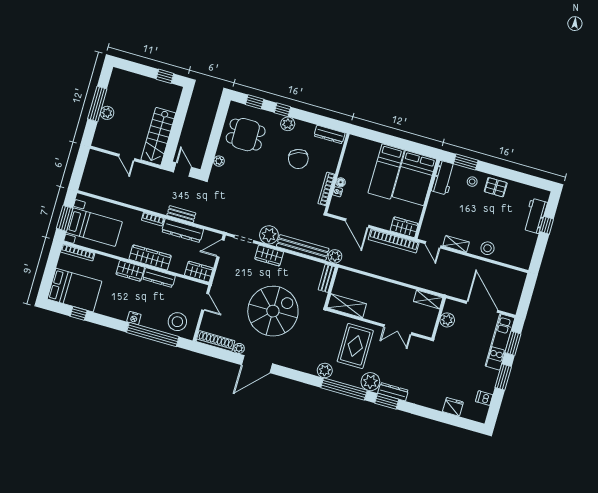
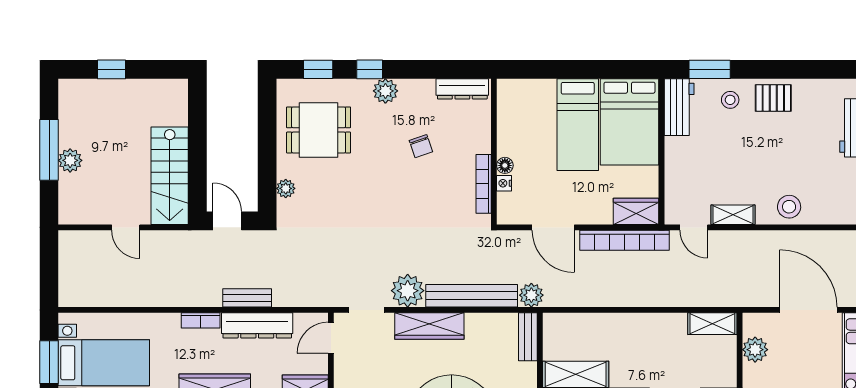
window: (165, 76) -> (111, 69), moved
chair: (298, 159) -> (421, 146), width x0.54, depth x0.54
wardrobe: (269, 256) -> (429, 326), width x1.50

